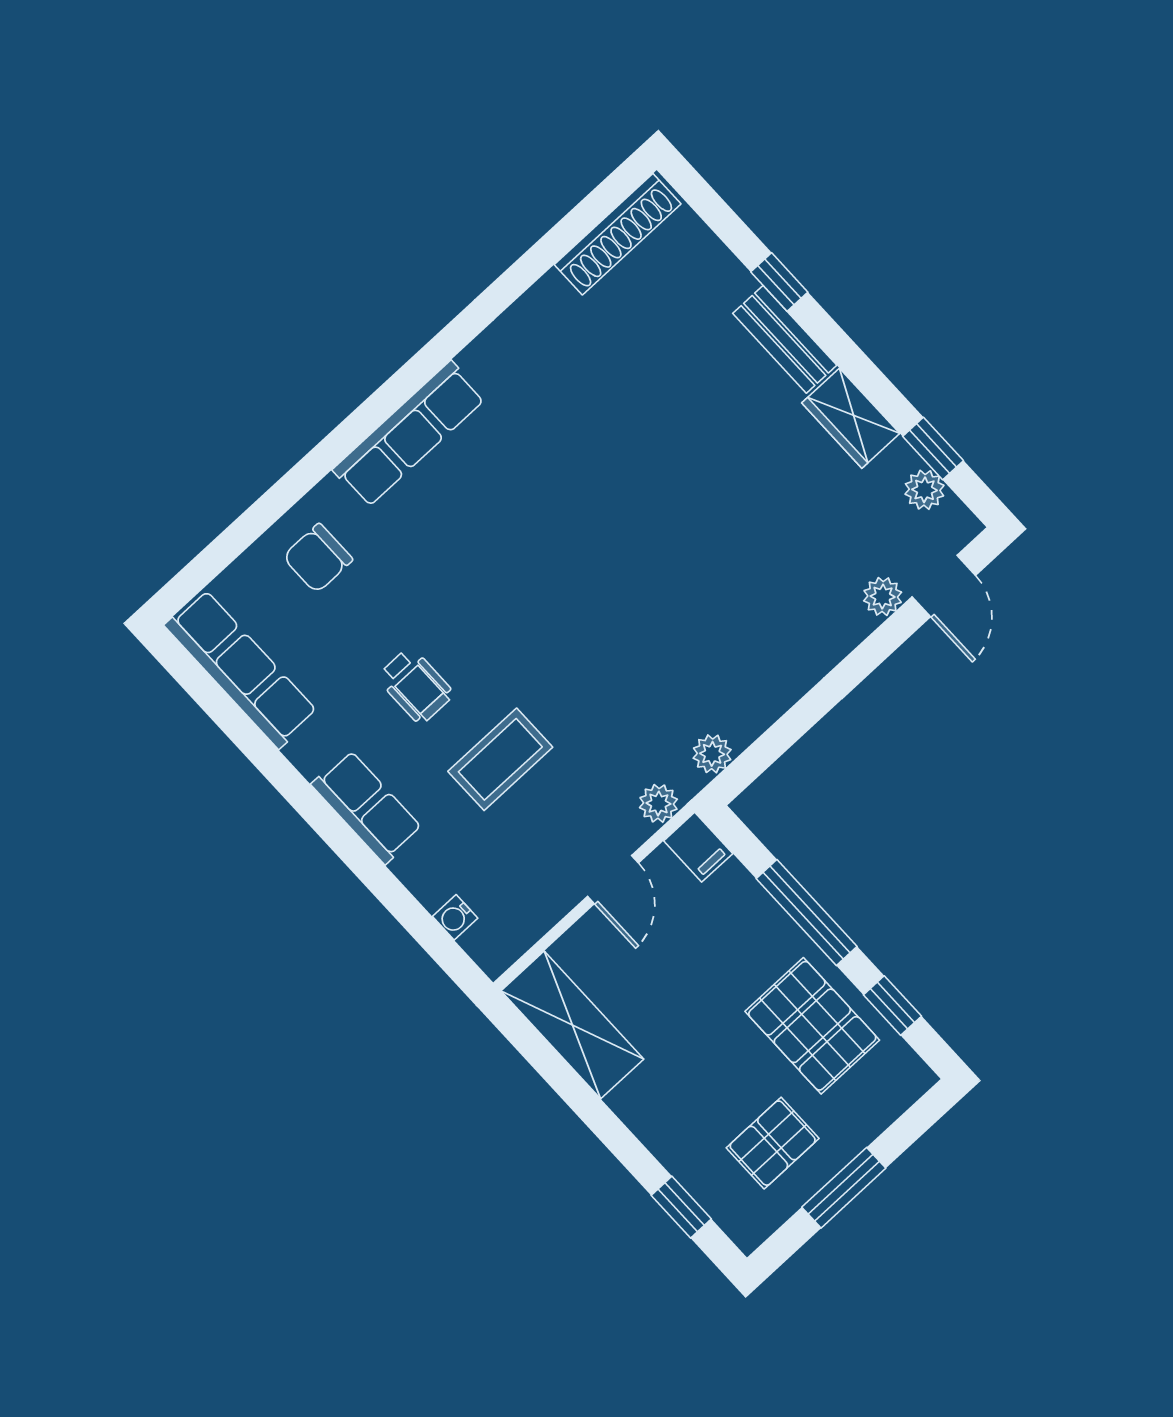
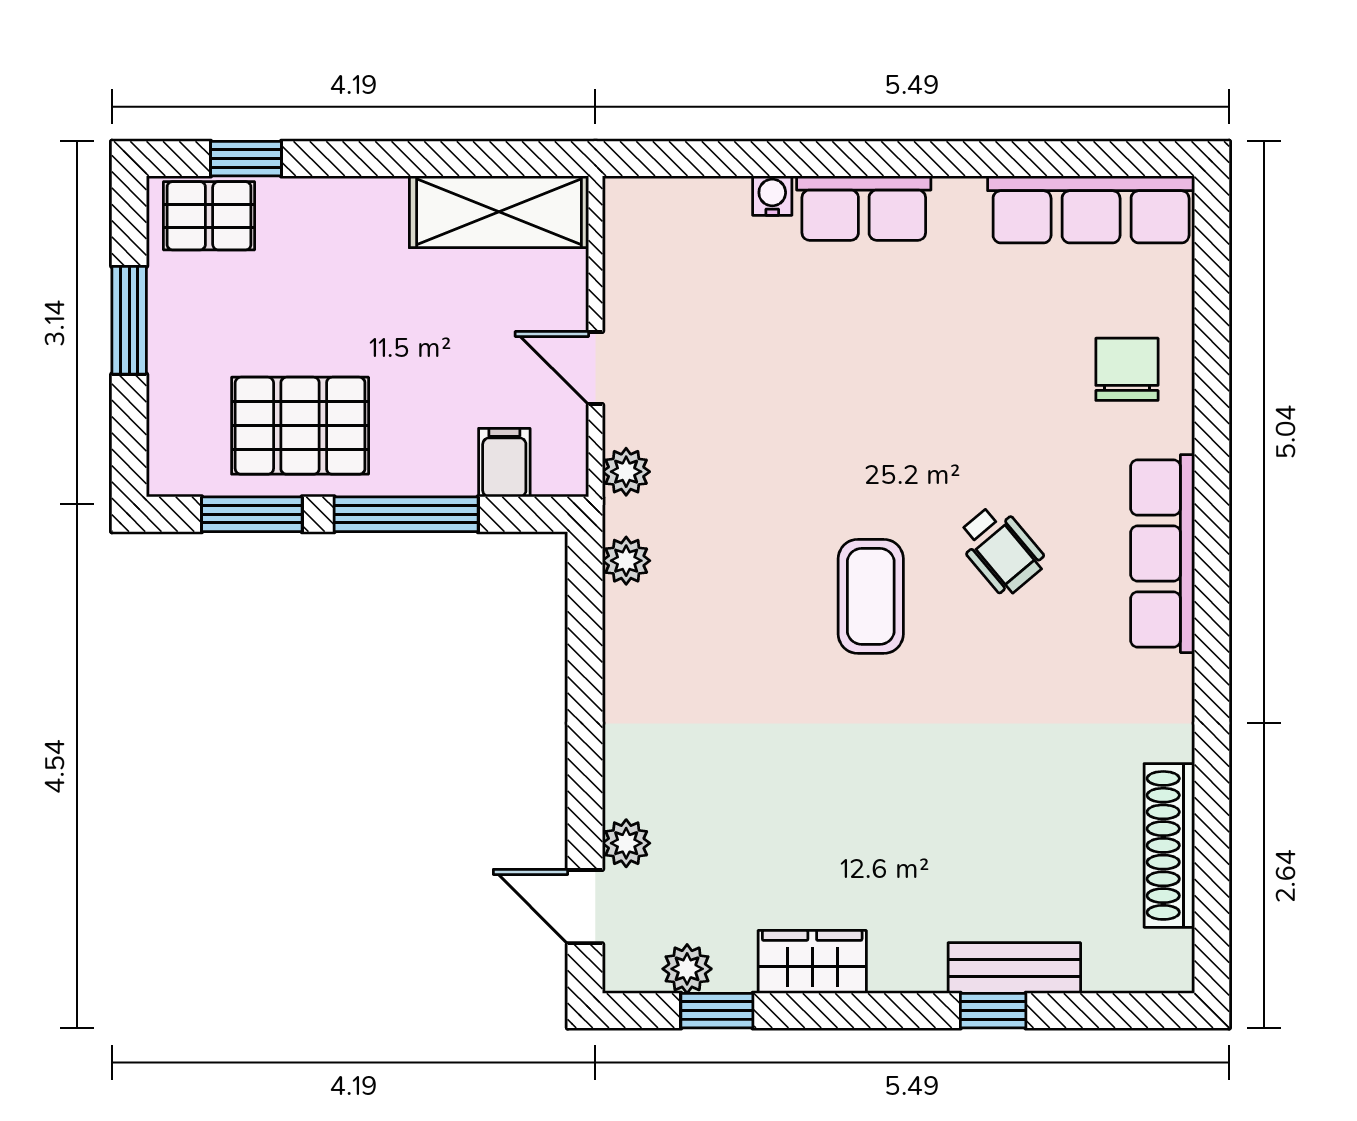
shoe rack: (618, 234) -> (1169, 845), moved
bench: (785, 339) -> (1014, 968), moved
wheelchair: (415, 686) -> (1001, 550), moved, turned -130
coffee table: (500, 759) -> (871, 596), moved
filing cabinet: (698, 847) -> (504, 463), moved, turned 90
water cooler: (455, 917) -> (772, 196), moved
window: (892, 1006) -> (252, 514), width x1.50
pallet: (773, 1143) -> (209, 216), moved, turned 90

